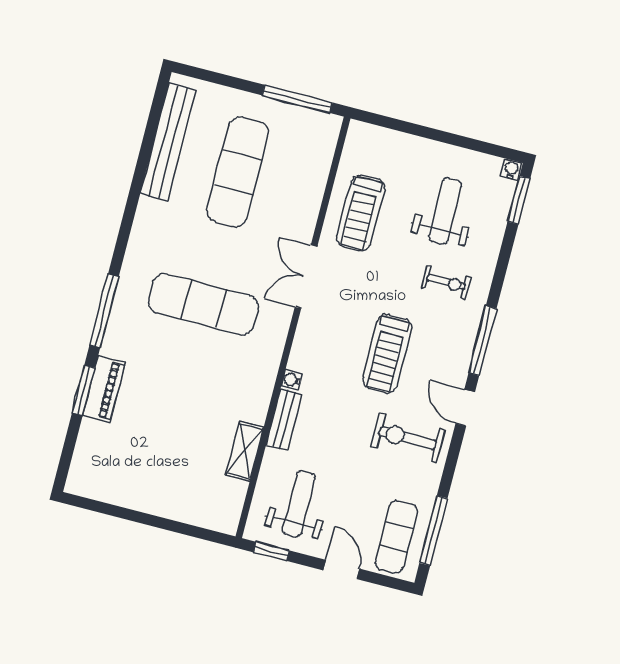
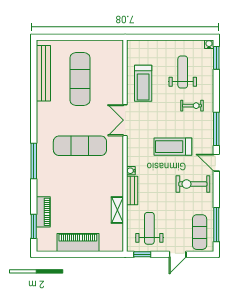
window: (297, 99) -> (99, 37), removed
treadmill: (387, 354) -> (173, 147), turned 90
piano: (104, 389) -> (43, 212), moved
window: (84, 390) -> (34, 226), moved
piano: (150, 495) -> (78, 243), added
door: (341, 569) -> (178, 254), swing flipped

